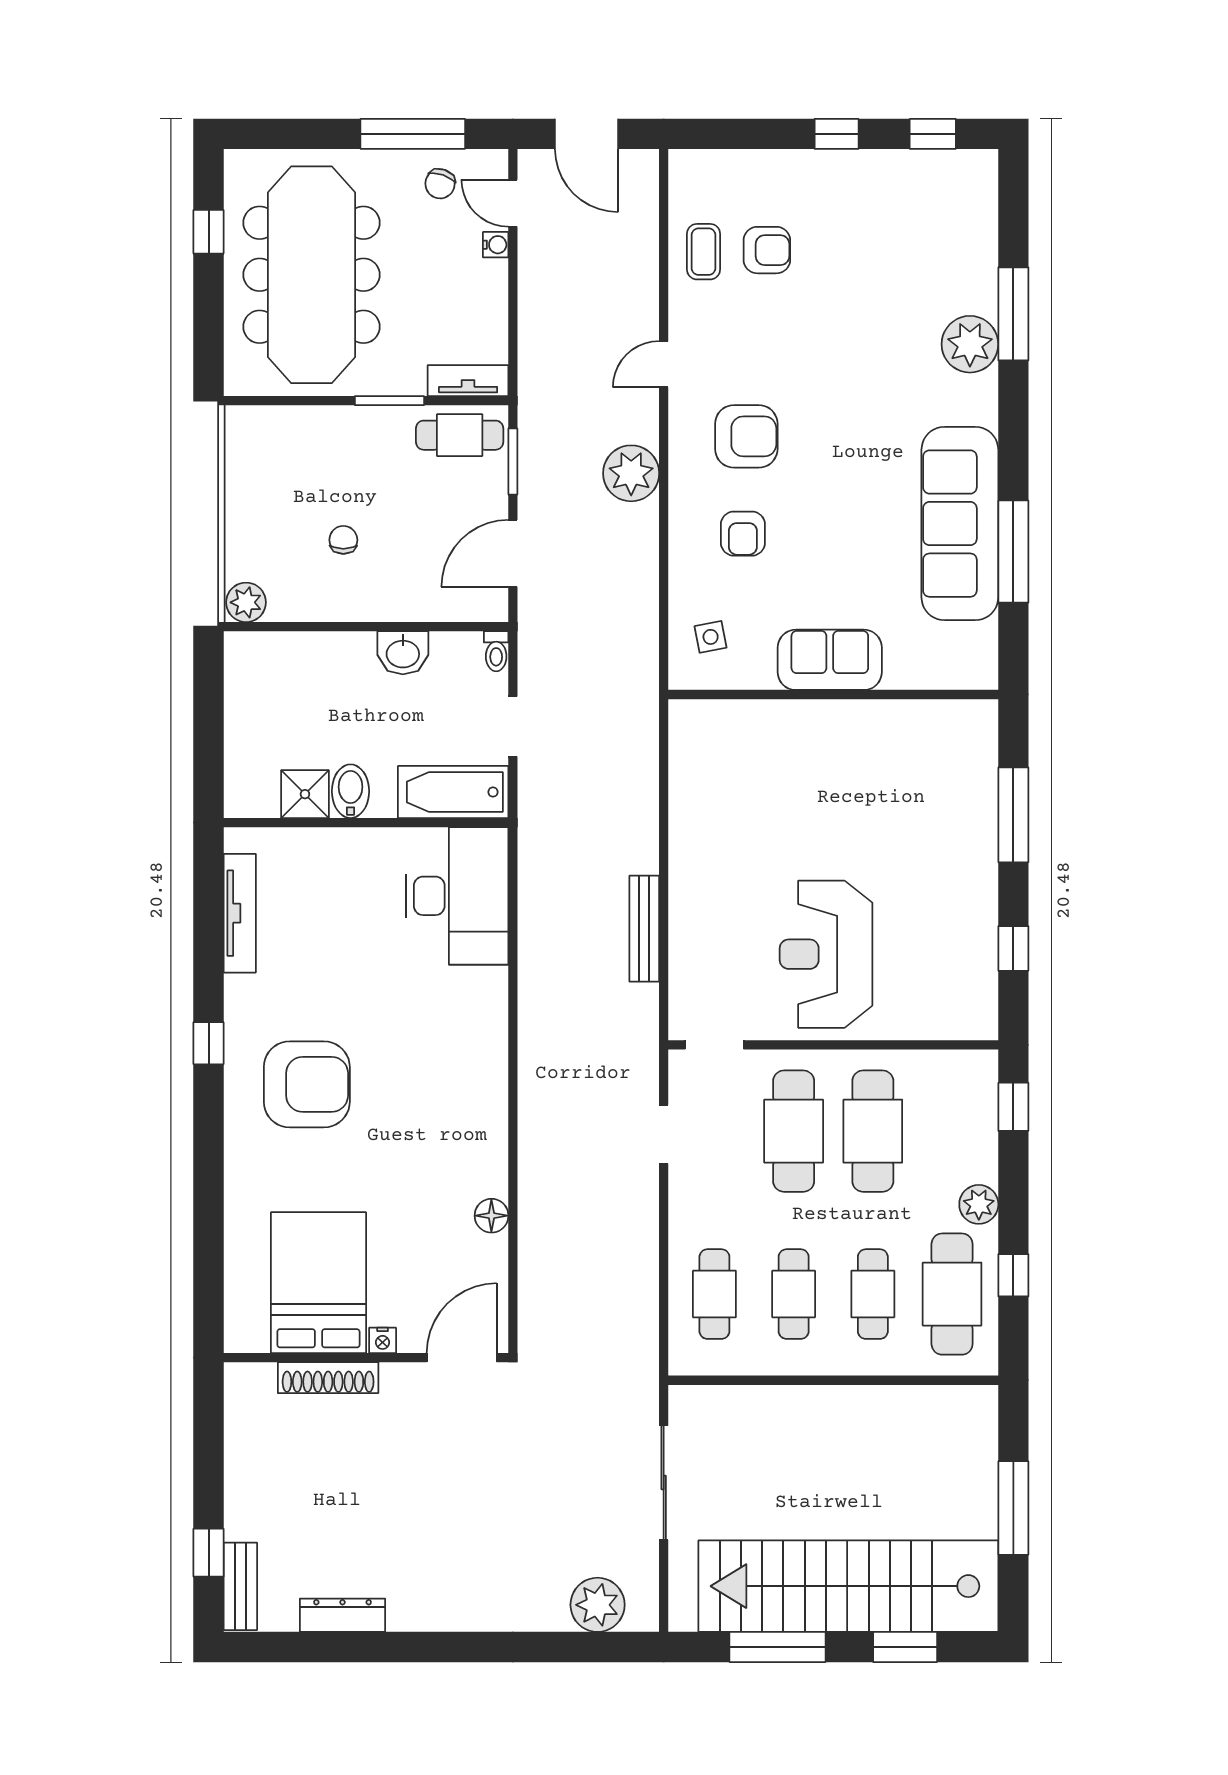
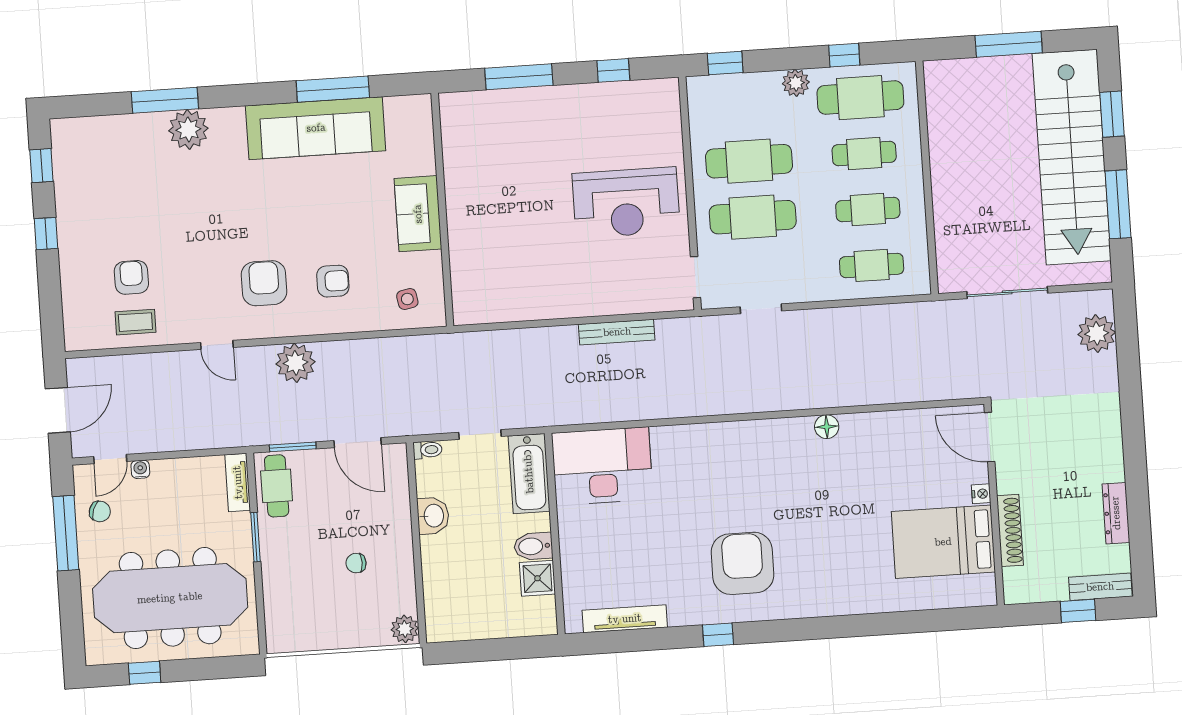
bed: (318, 1283) -> (943, 542), moved
nightstand: (383, 1340) -> (981, 494), moved
wall: (366, 1358) -> (994, 505), moved
door: (462, 1358) -> (990, 437), moved
shoe rack: (328, 1378) -> (1010, 530), moved

